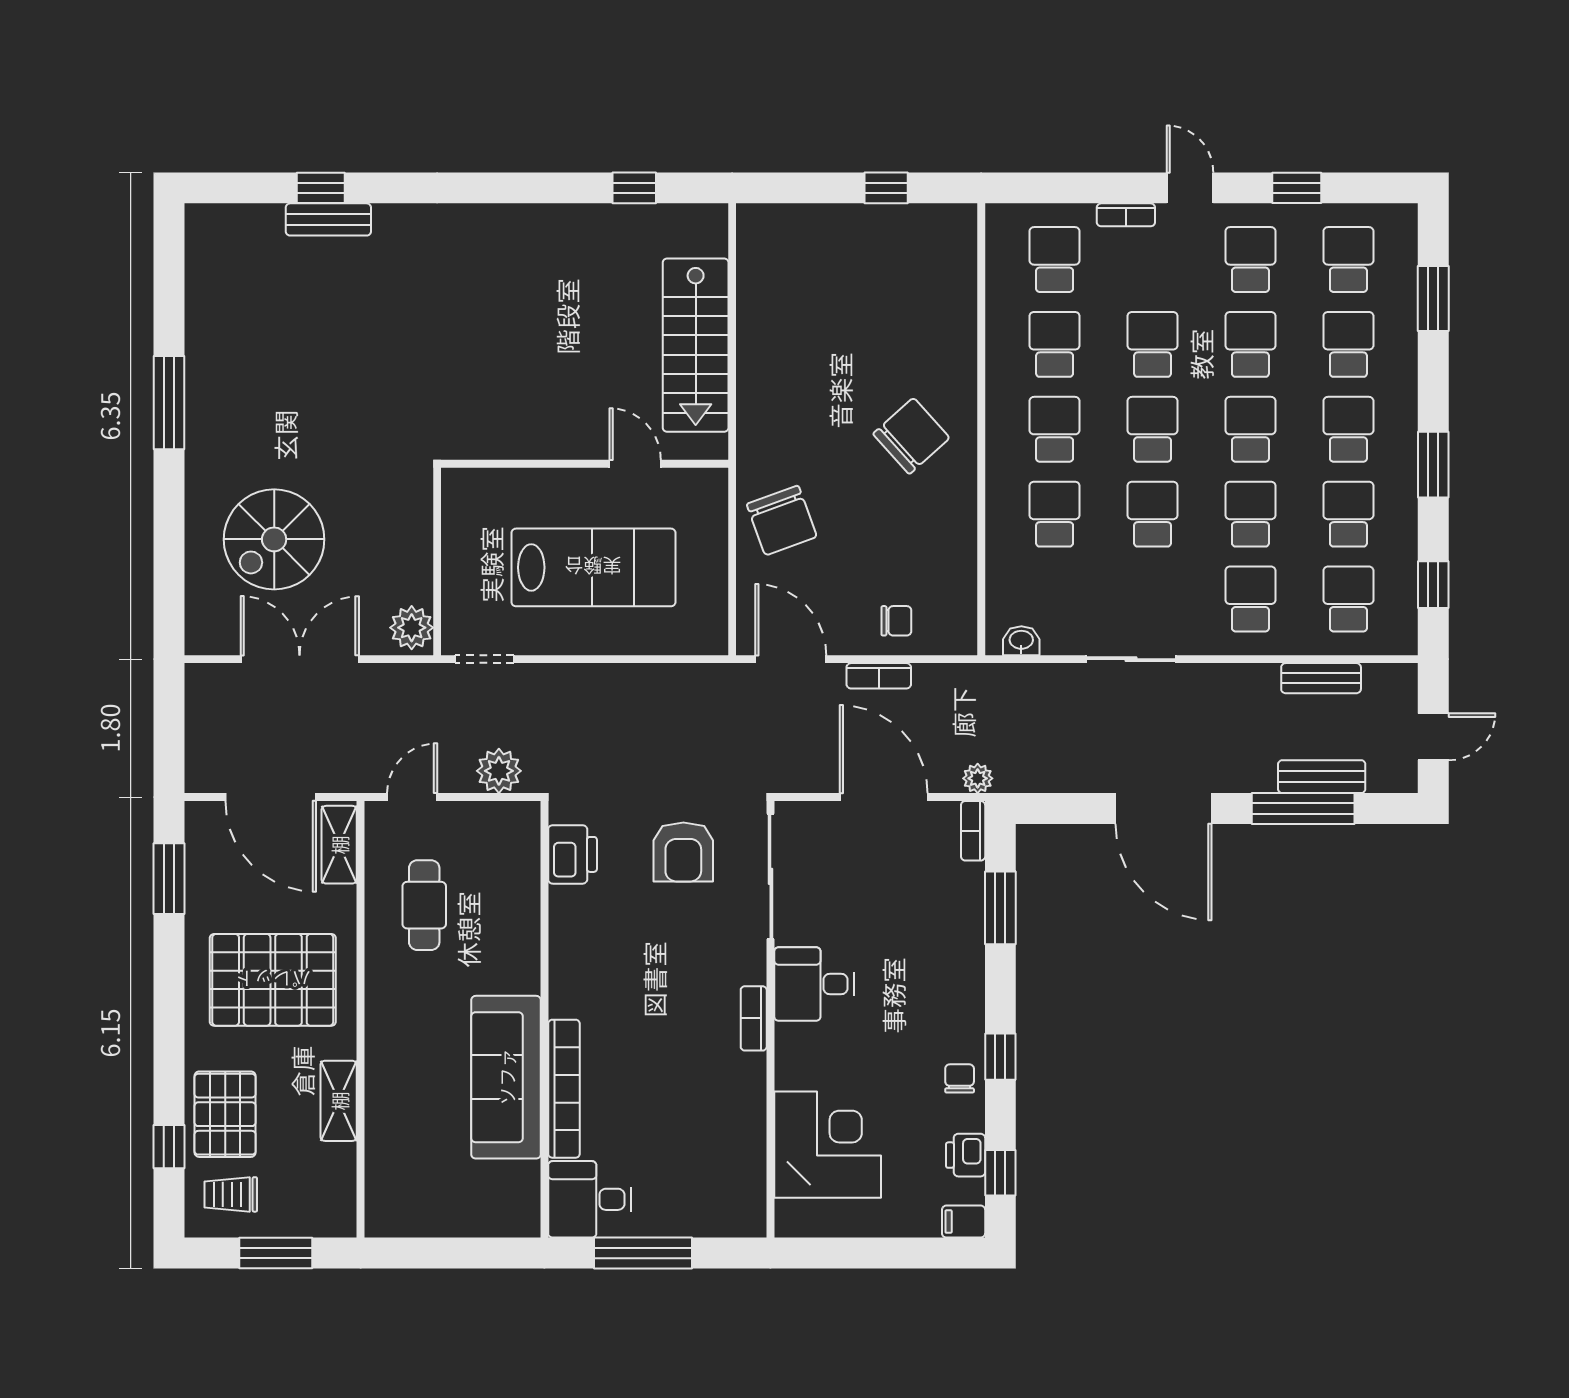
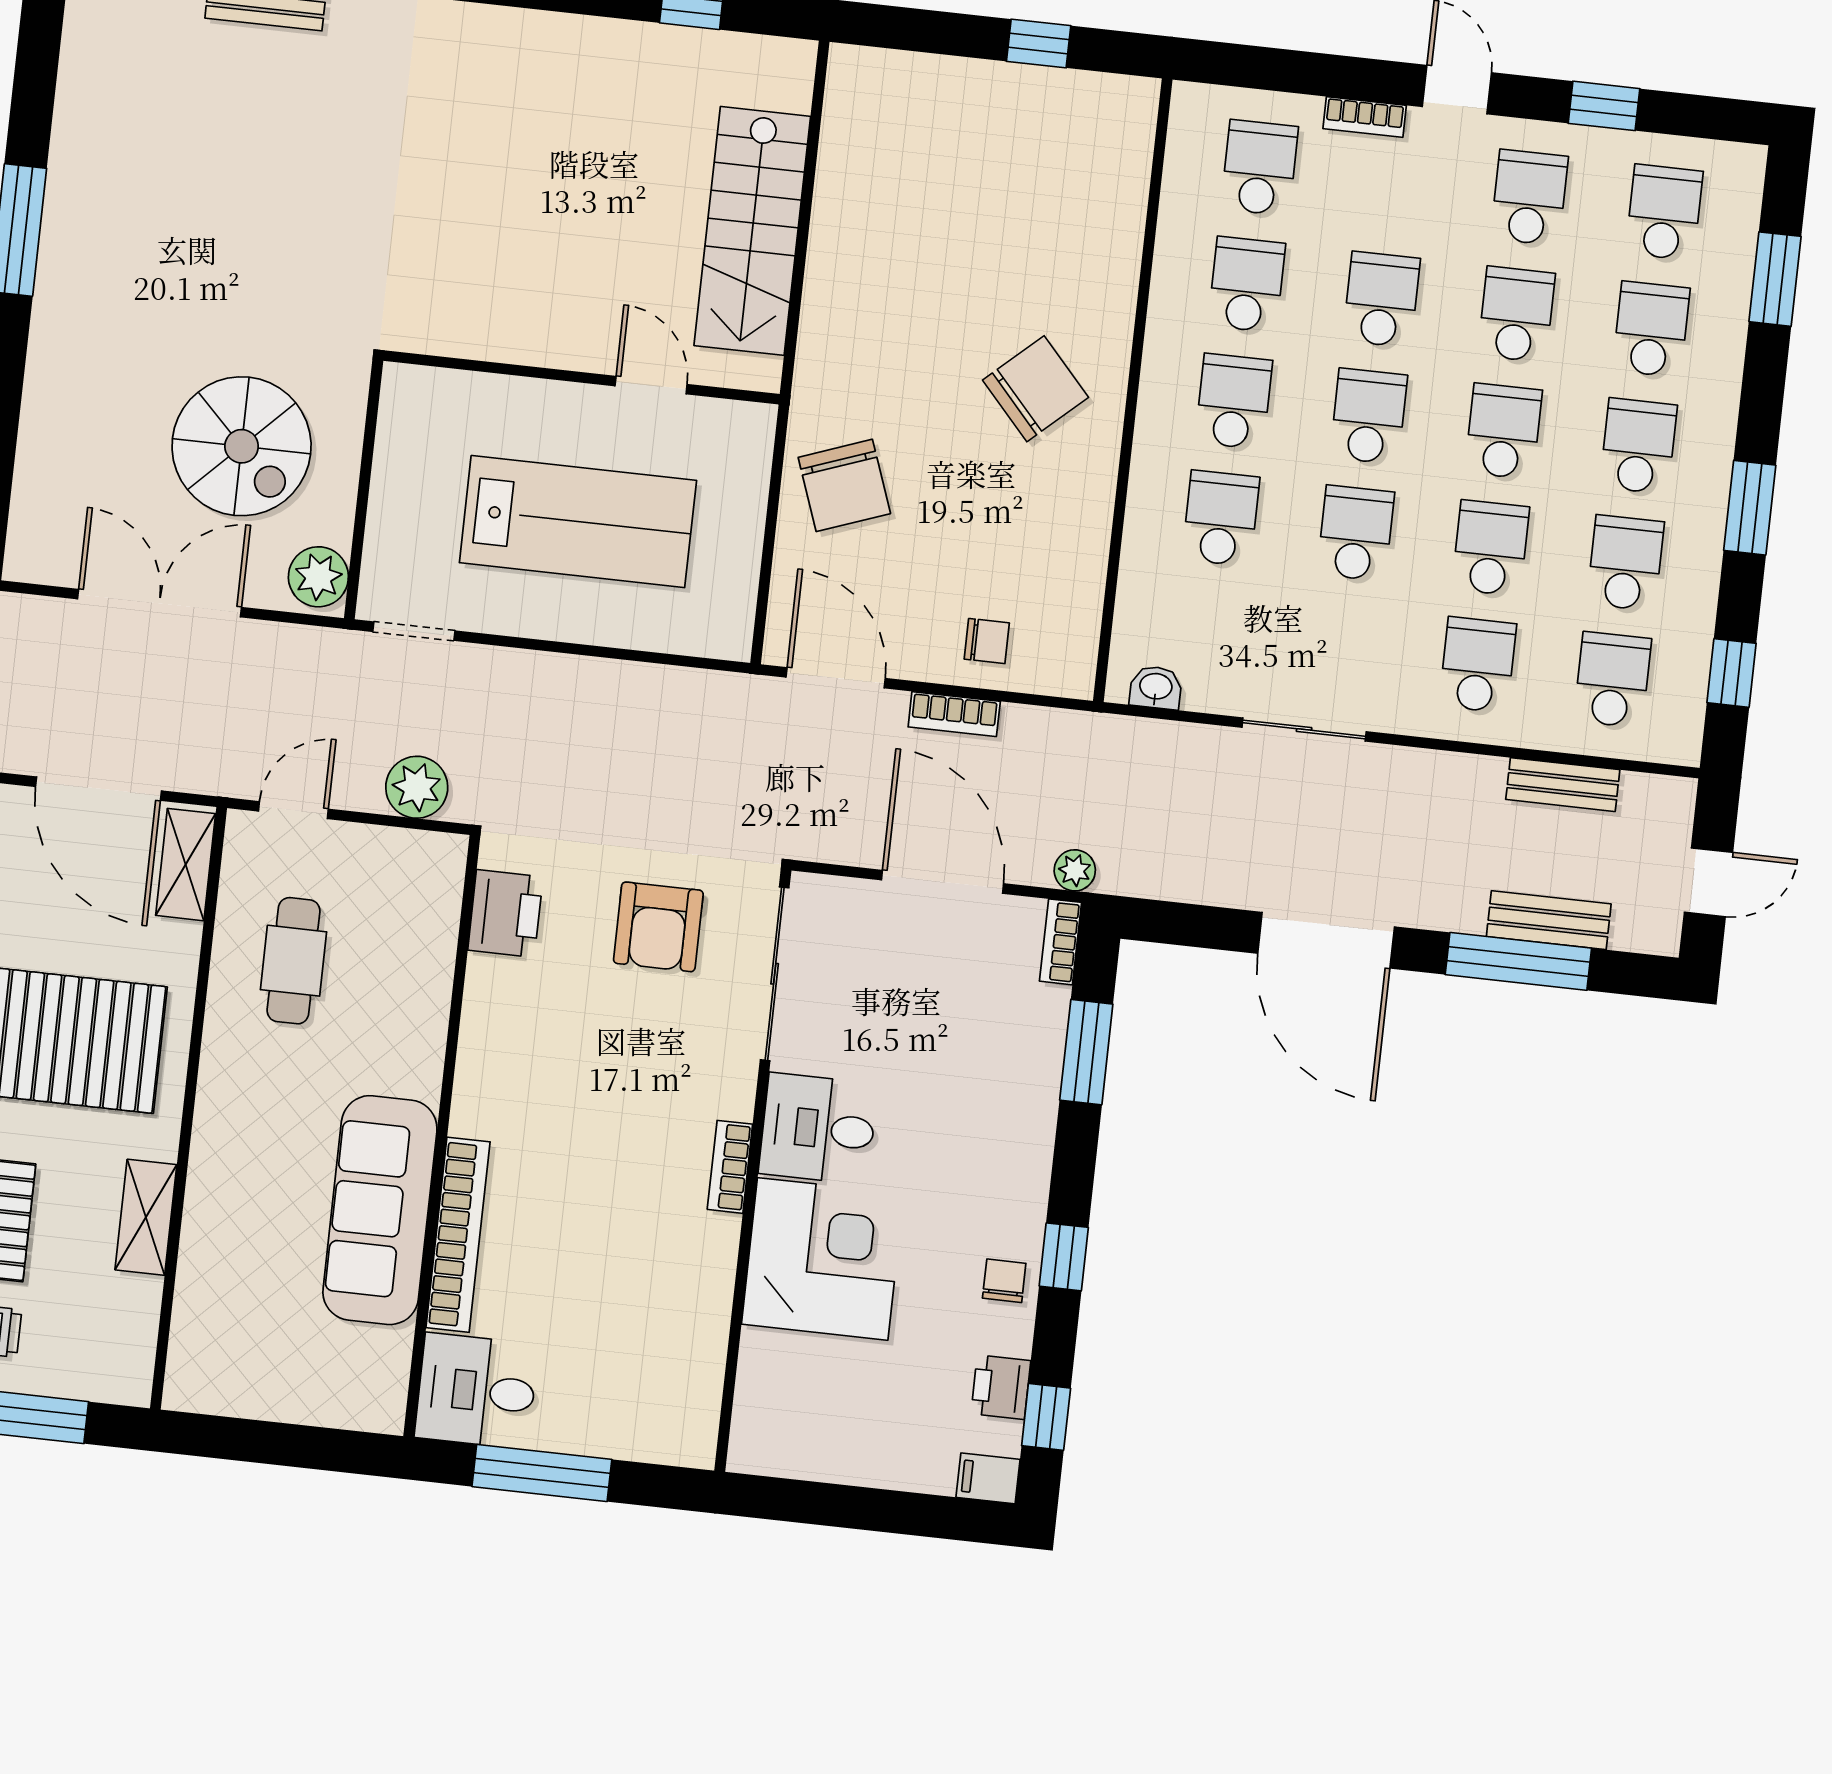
spiral stairs: (274, 539) -> (242, 446), moved, turned -90
corner desk: (828, 1145) -> (823, 1259), moved

